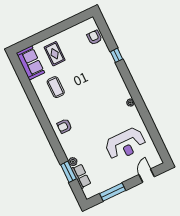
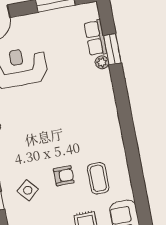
side table: (99, 68) -> (28, 190), added
armchair: (64, 126) -> (64, 176), moved

